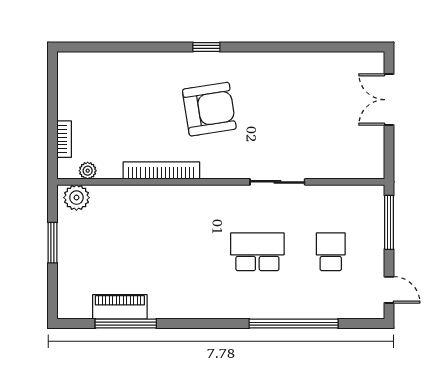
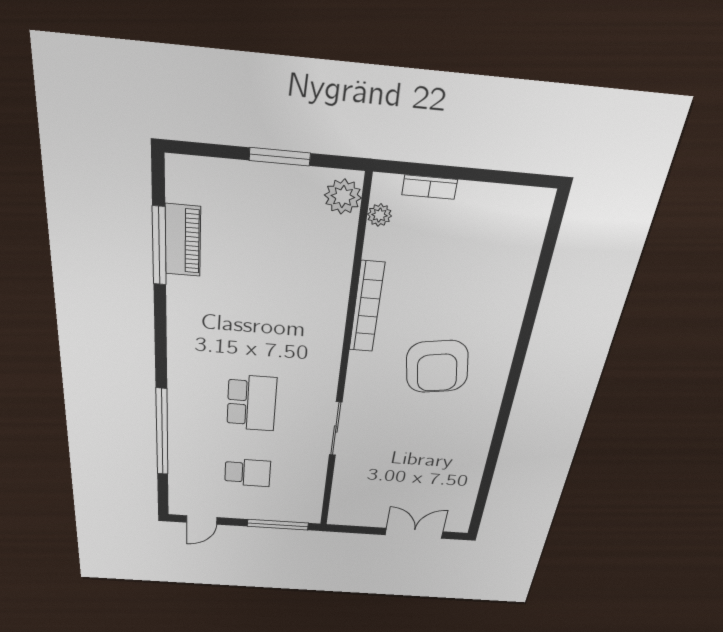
window: (206, 47) -> (516, 370), removed

